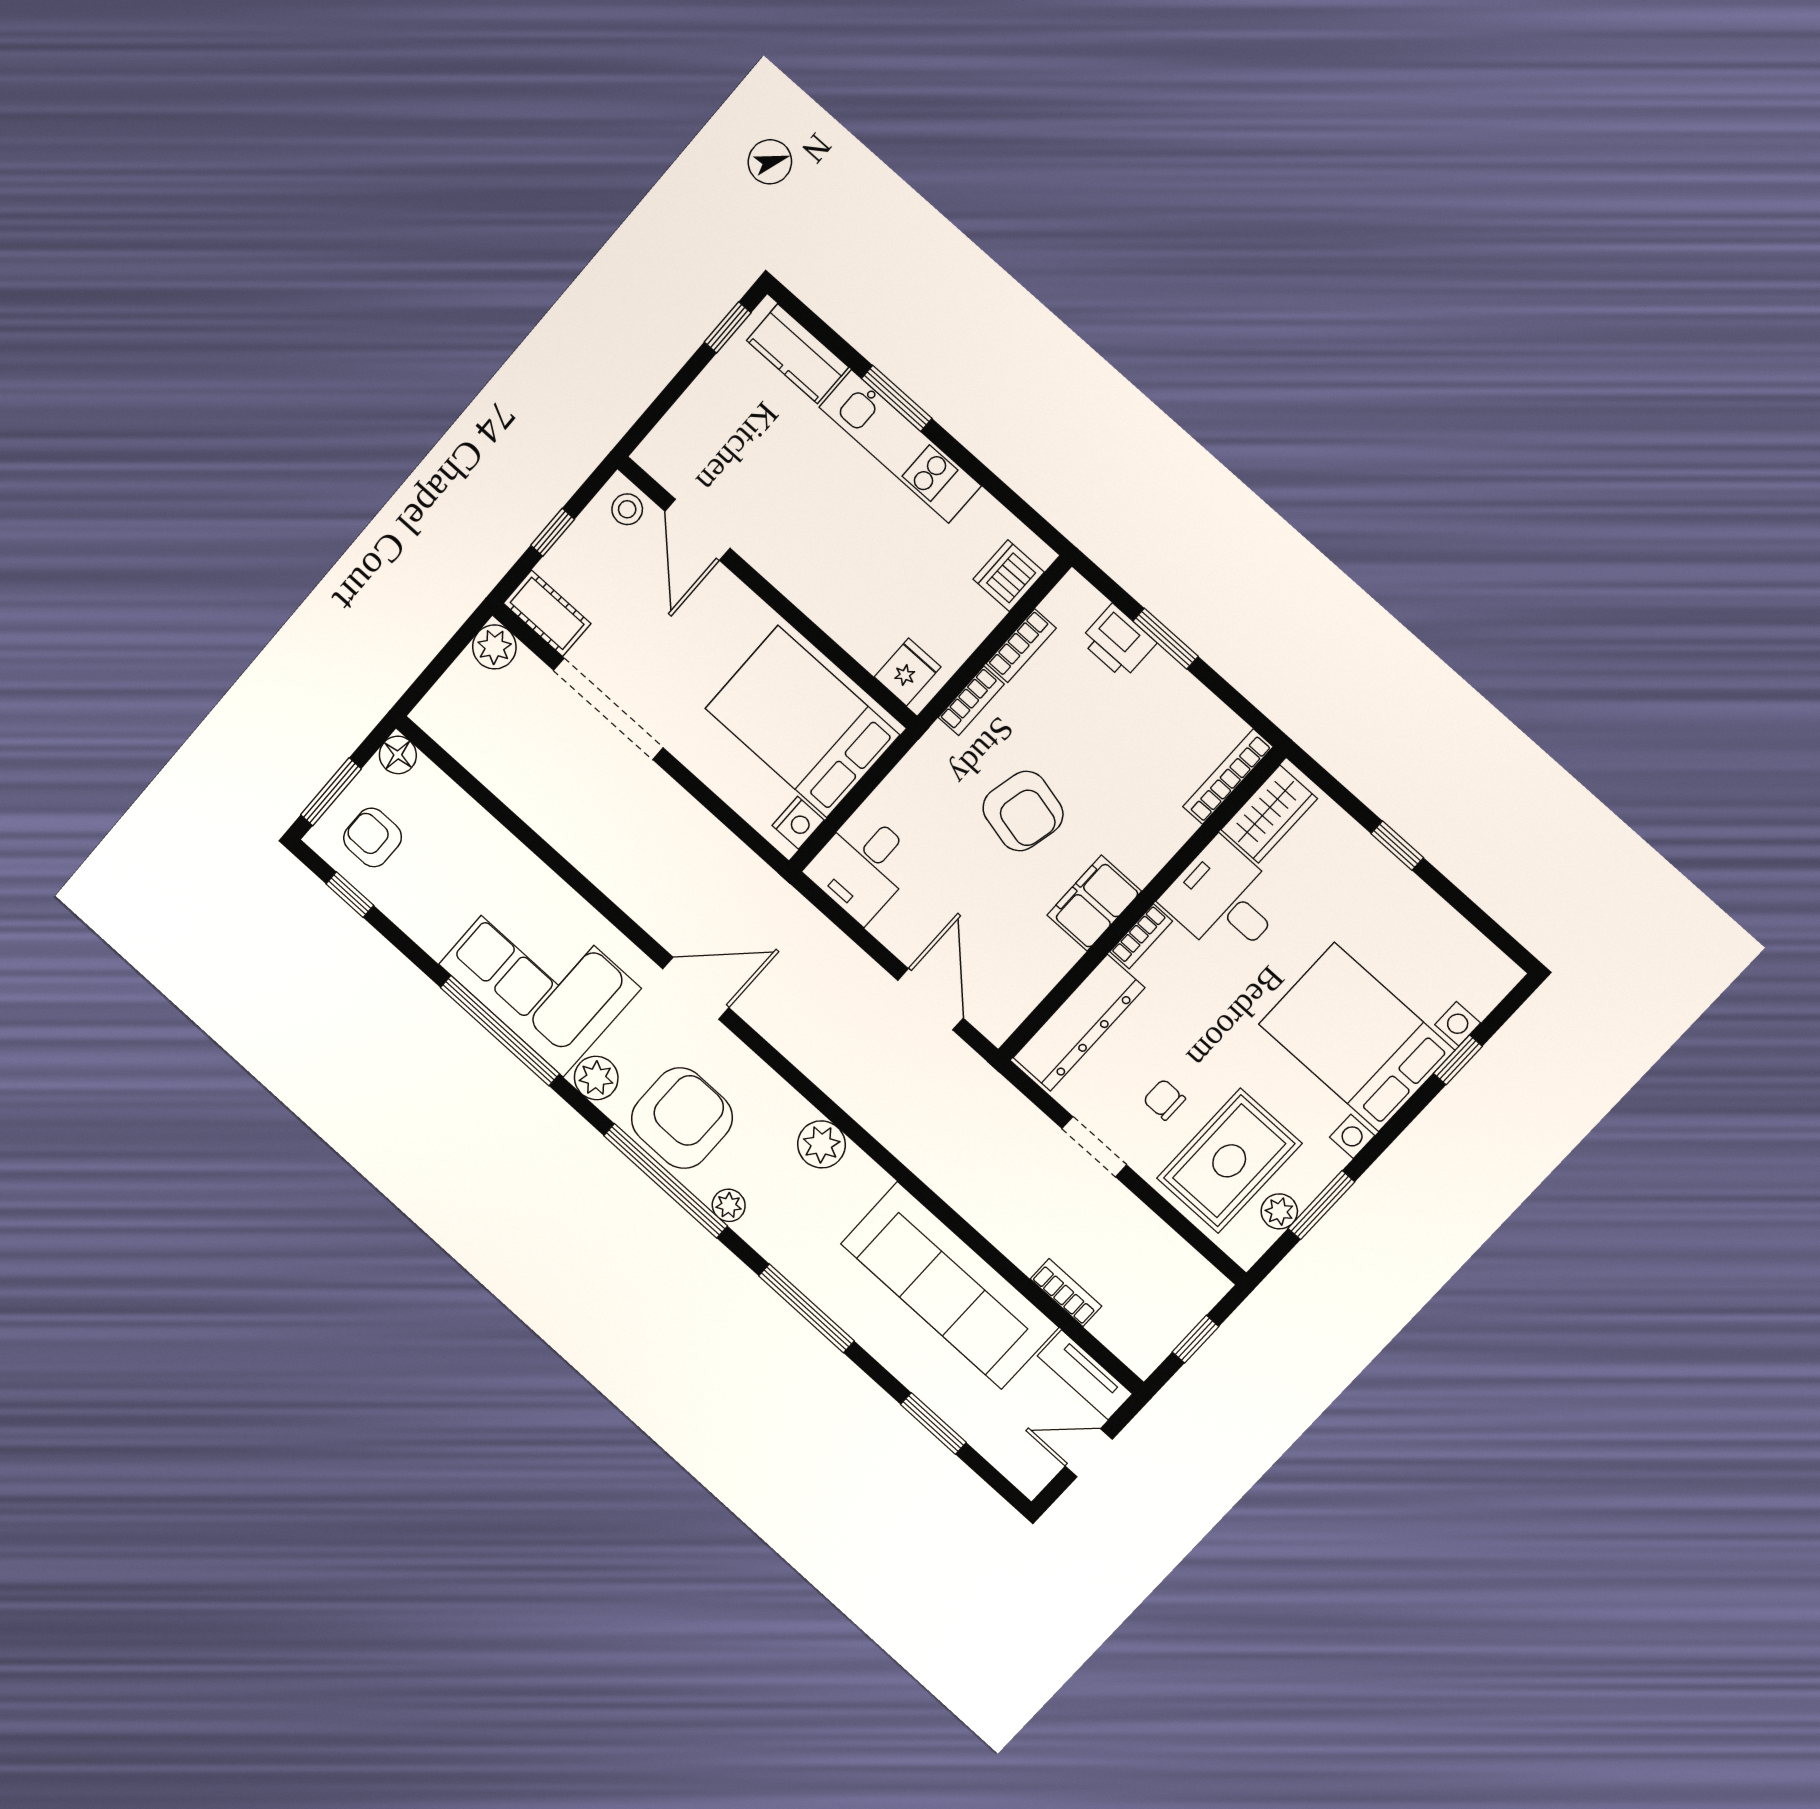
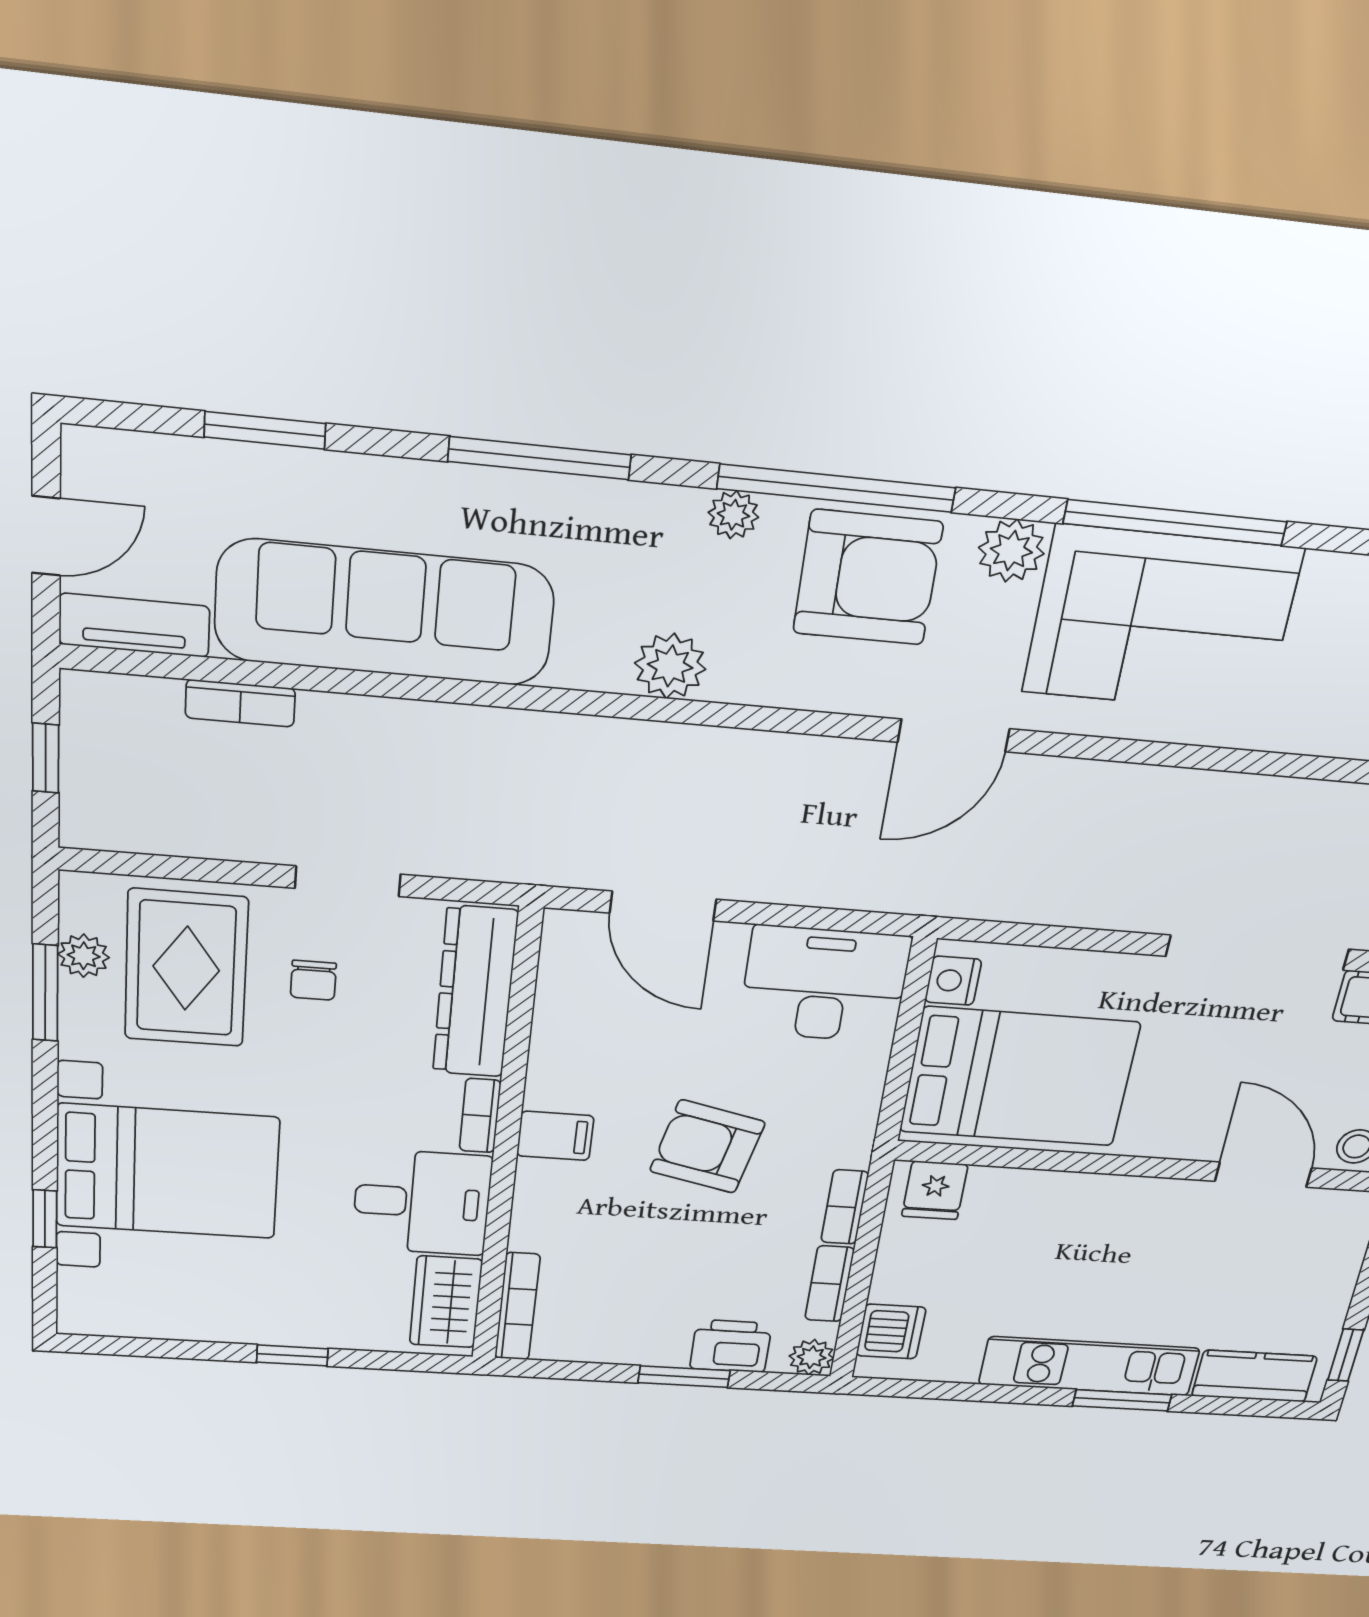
plant: (1073, 592) -> (812, 1357), added
desk: (863, 866) -> (825, 984), width x1.37
filing cabinet: (1094, 903) -> (555, 1136), width x0.50
chair: (1164, 1100) -> (313, 980), turned 90
armchair: (682, 1118) -> (868, 578), turned -90

